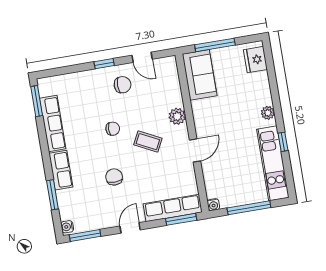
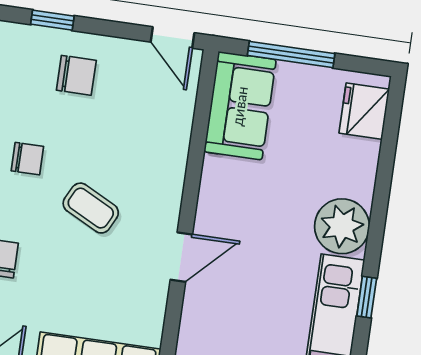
door: (142, 57) -> (172, 37), moved
plant: (268, 113) -> (342, 226), width x1.87, depth x1.87
plant: (177, 116) -> (167, 176), removed

